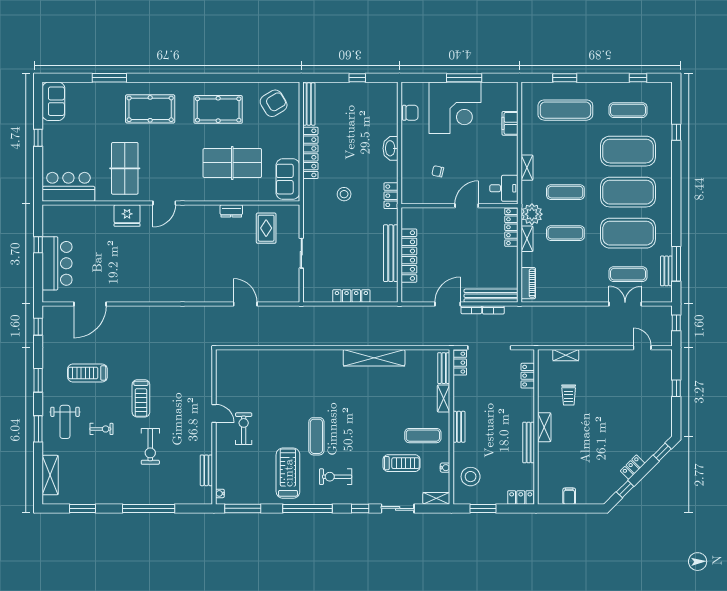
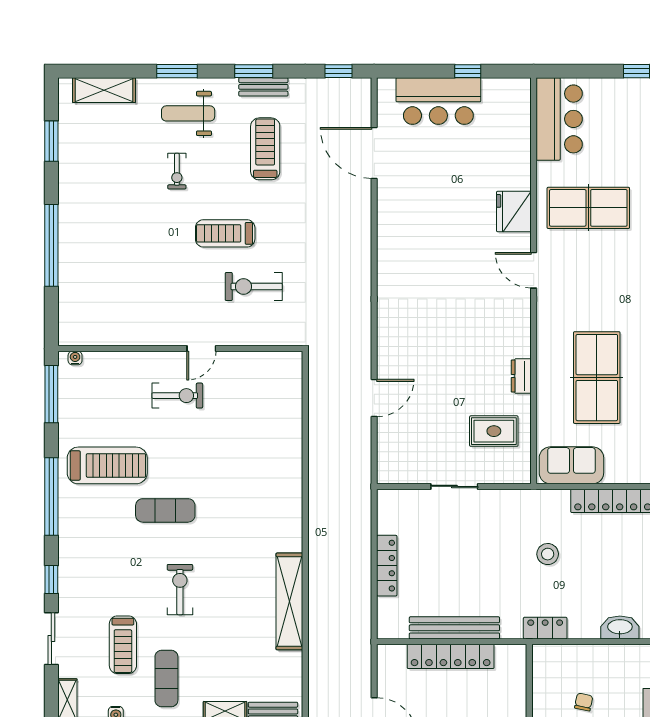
exercise bike: (150, 446) -> (254, 287), moved
bench: (206, 470) -> (263, 87), moved
exercise bike: (336, 477) -> (180, 590), moved

